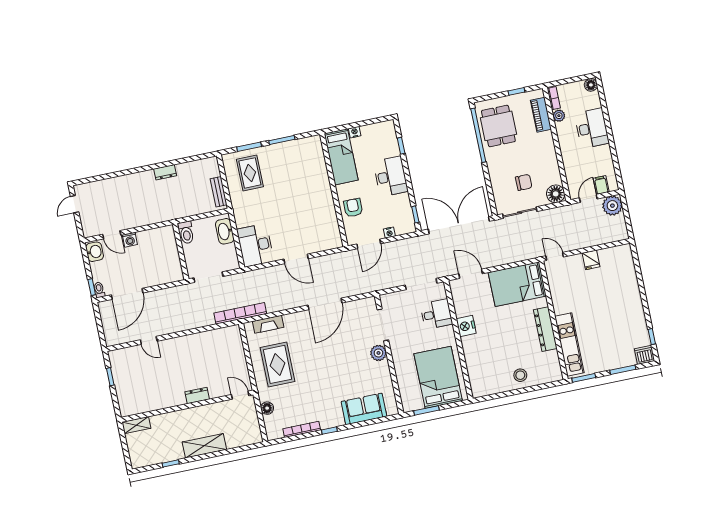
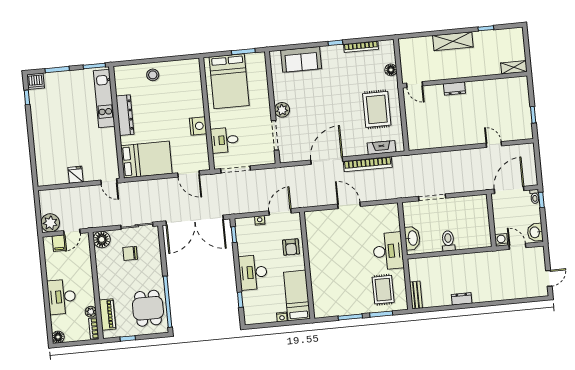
bench: (219, 192) -> (416, 295), moved
desk: (255, 245) -> (388, 251), moved
wall: (181, 252) -> (491, 220), moved
bookcase: (240, 313) -> (368, 164), moved

